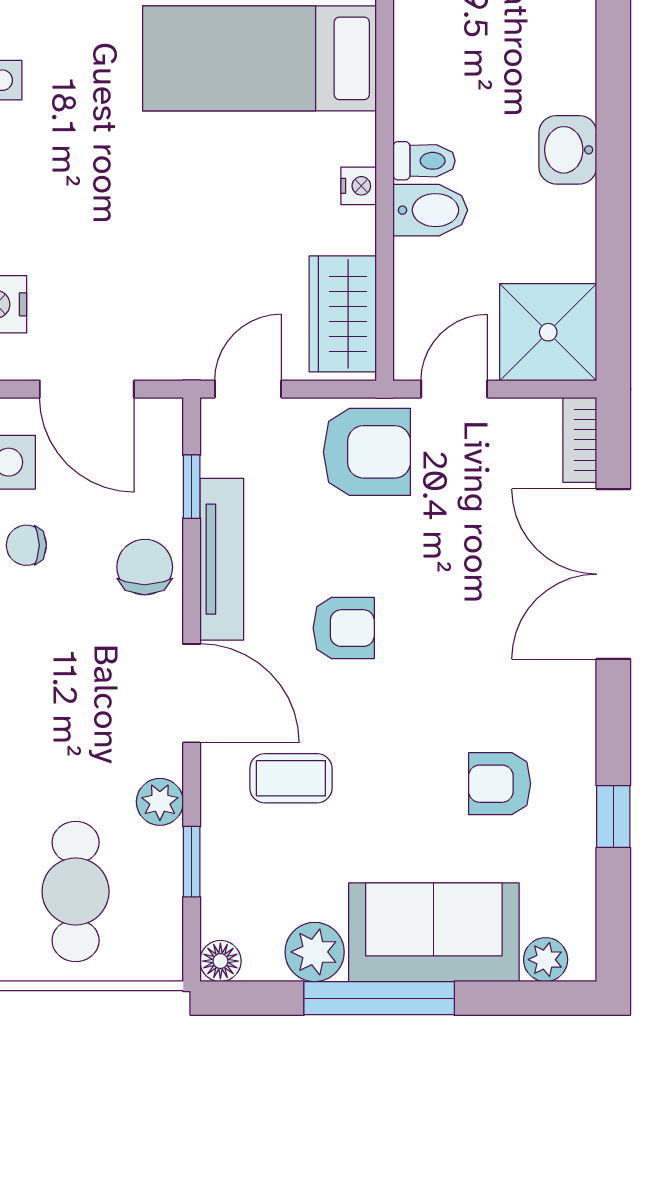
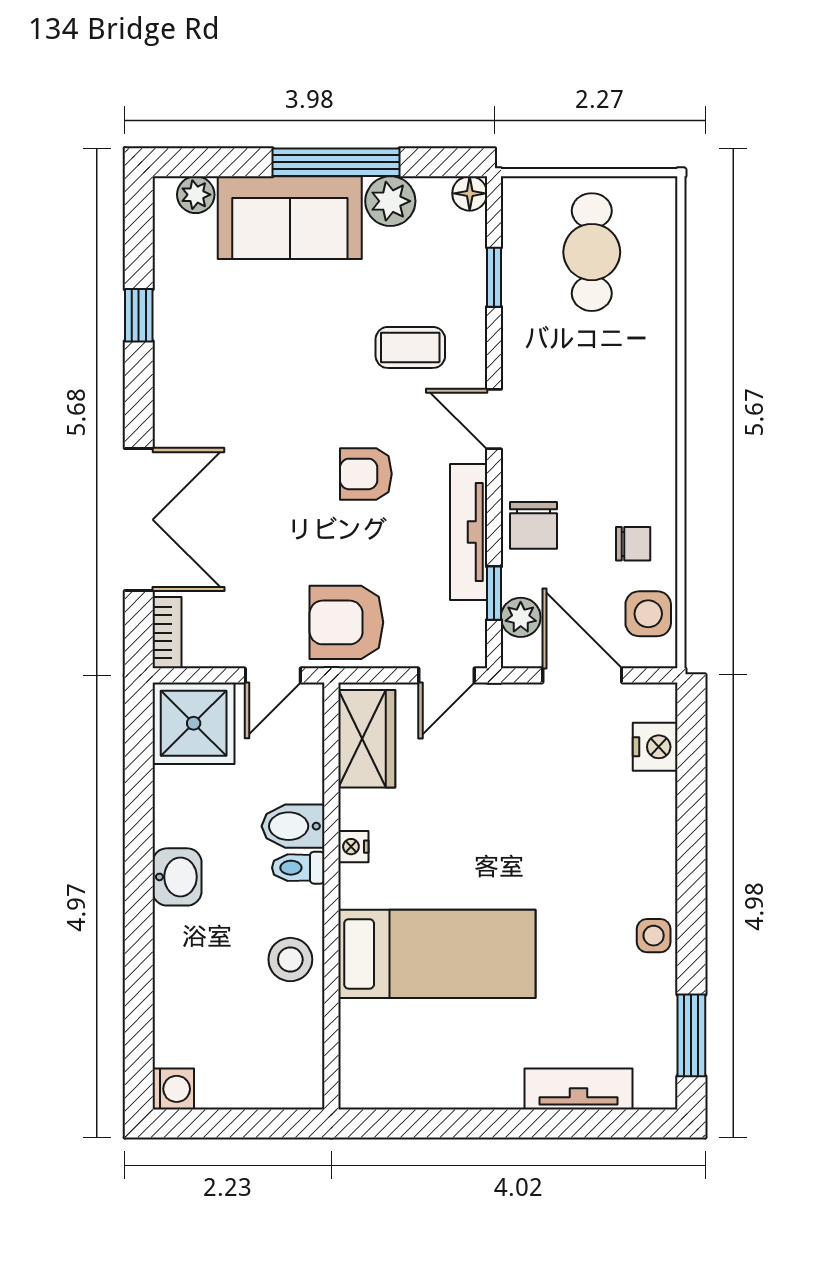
stool: (433, 52) -> (290, 960), added
door: (192, 693) -> (494, 419), width x0.73
armchair: (500, 784) -> (235, 343), removed
plant: (160, 802) -> (521, 617), moved

